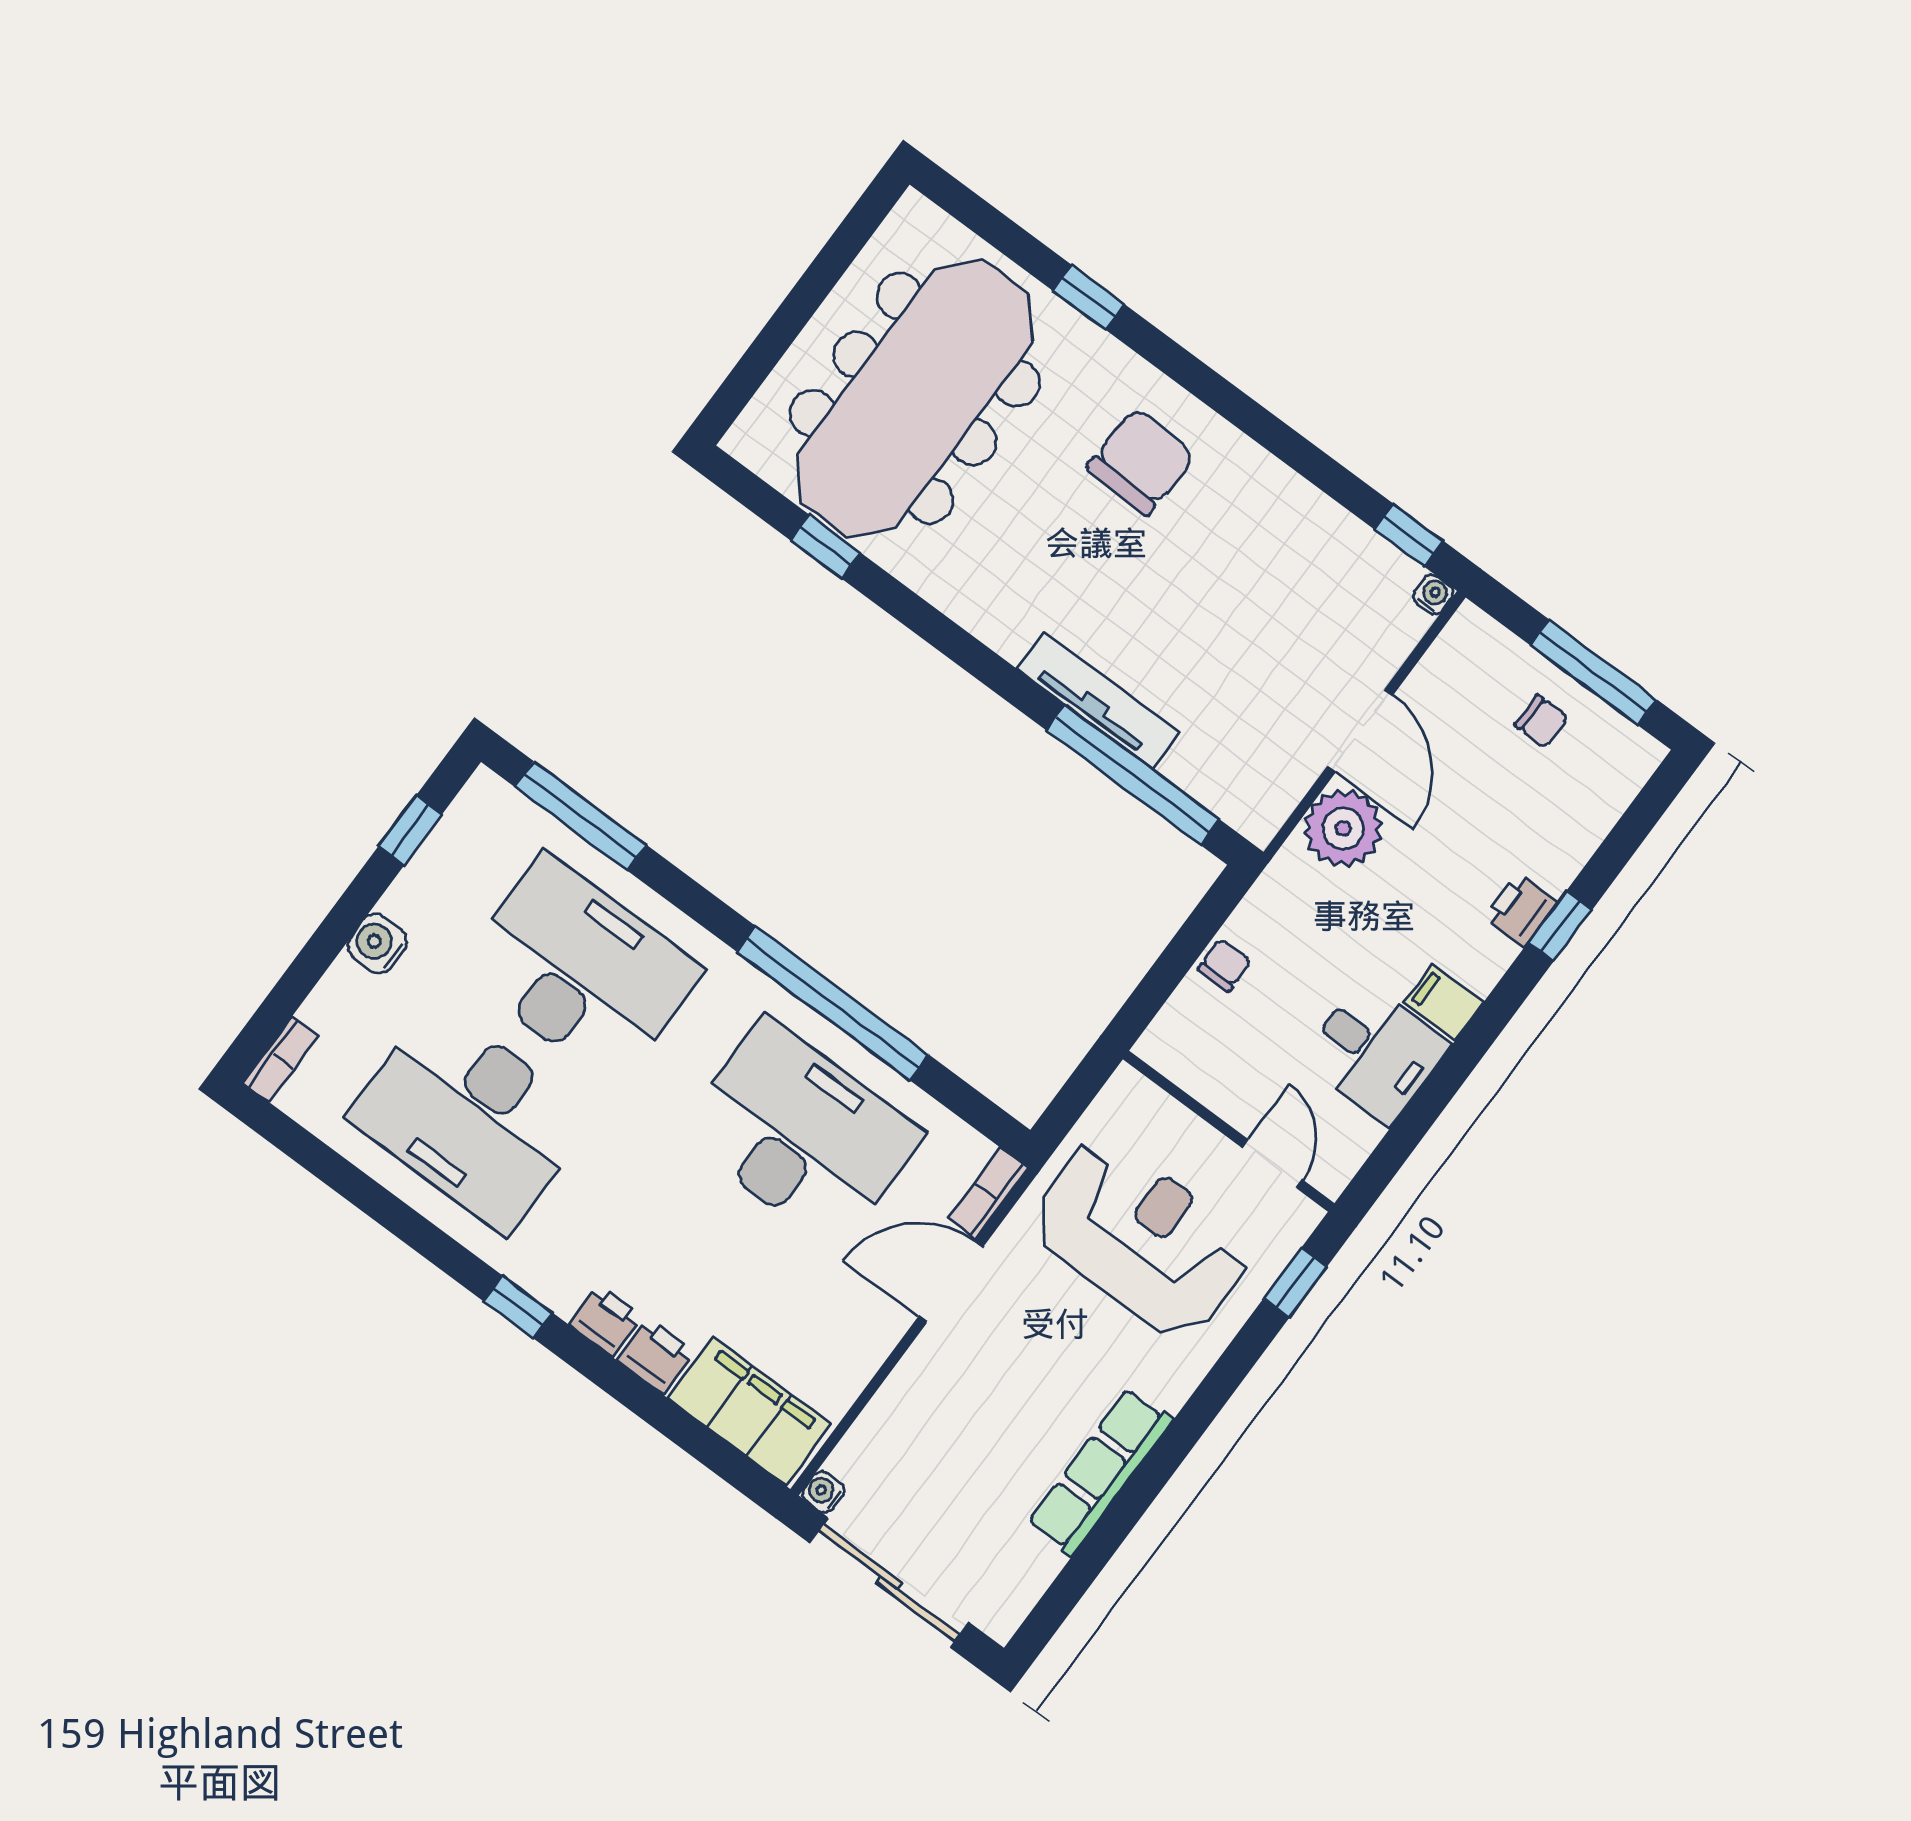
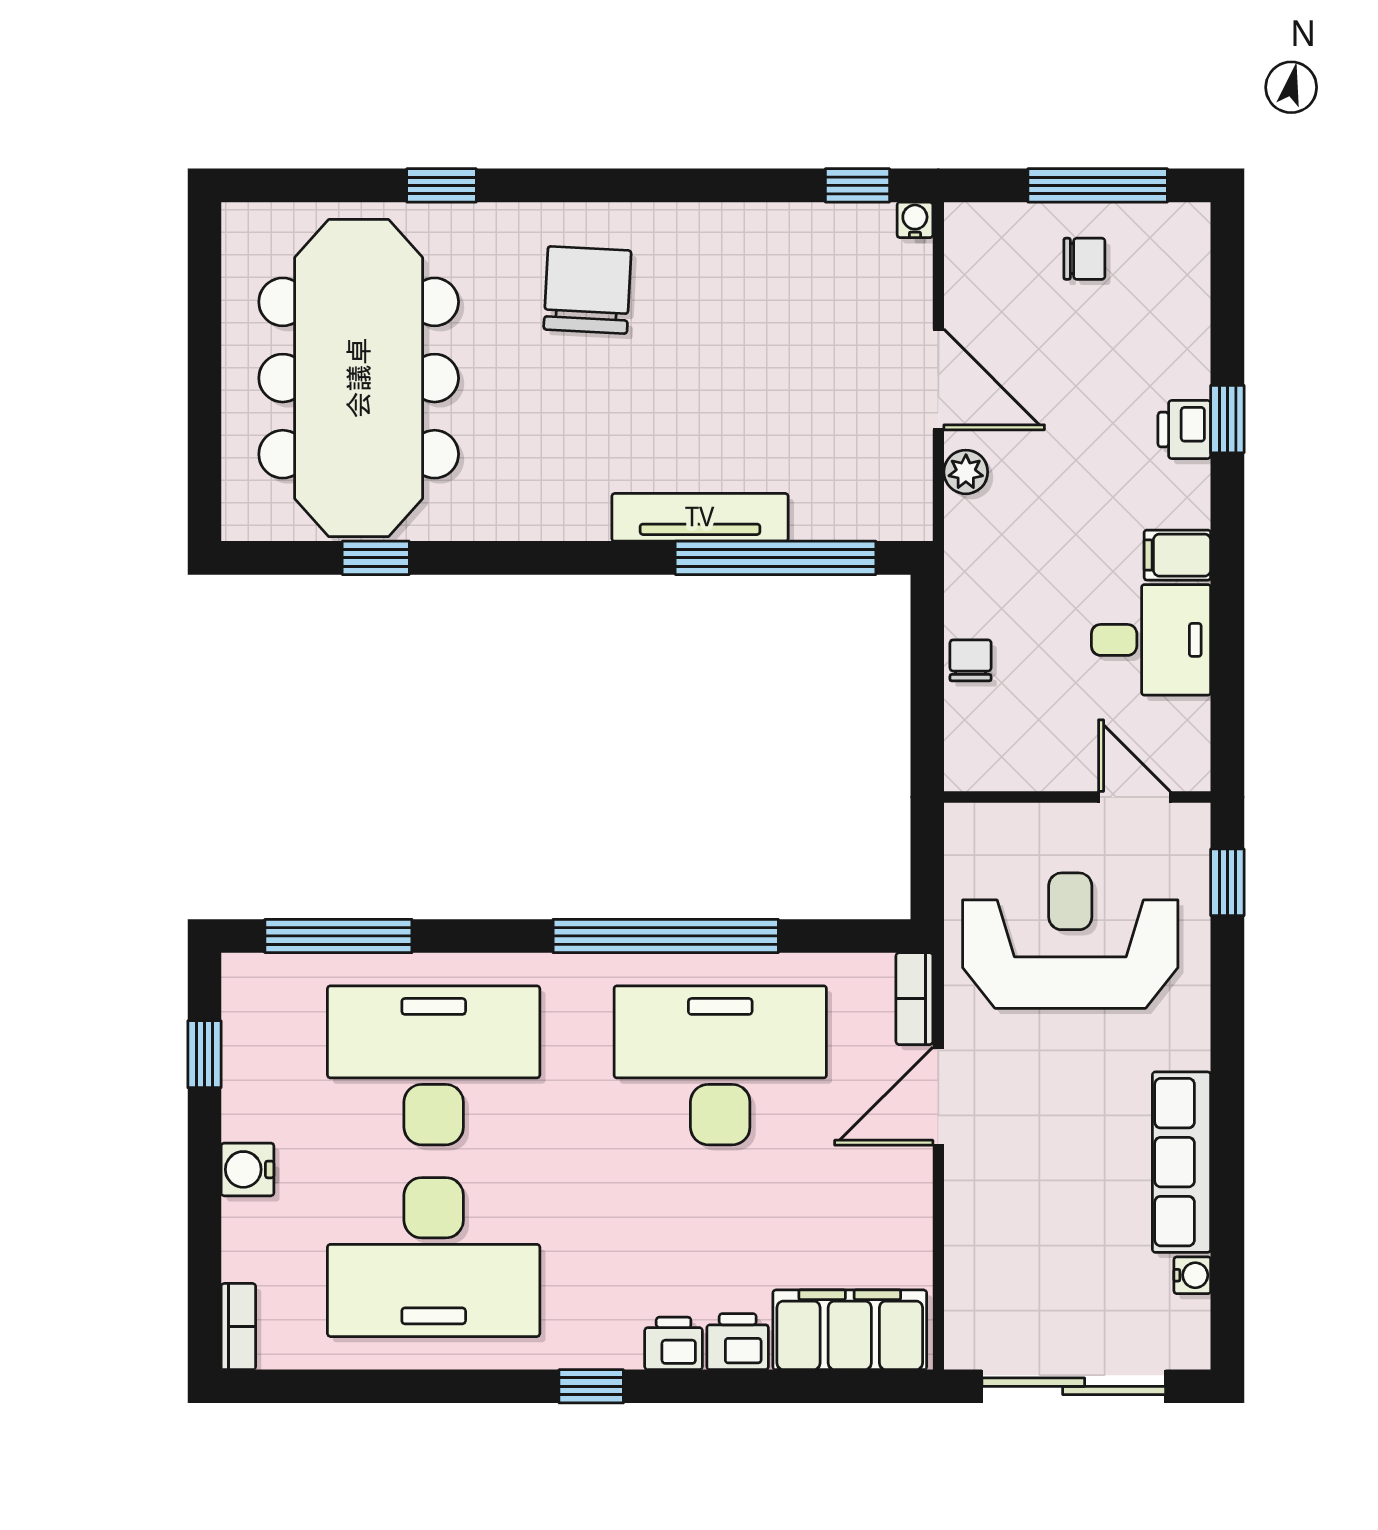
plant: (1343, 828) -> (966, 472), width x0.53, depth x0.53
water cooler: (823, 1492) -> (1192, 1275), moved, turned 180

